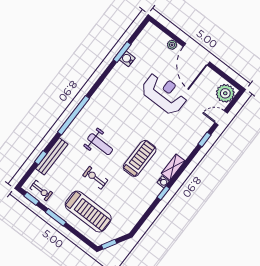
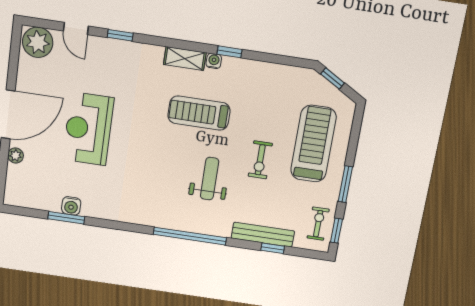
window: (109, 244) -> (333, 78), moved

